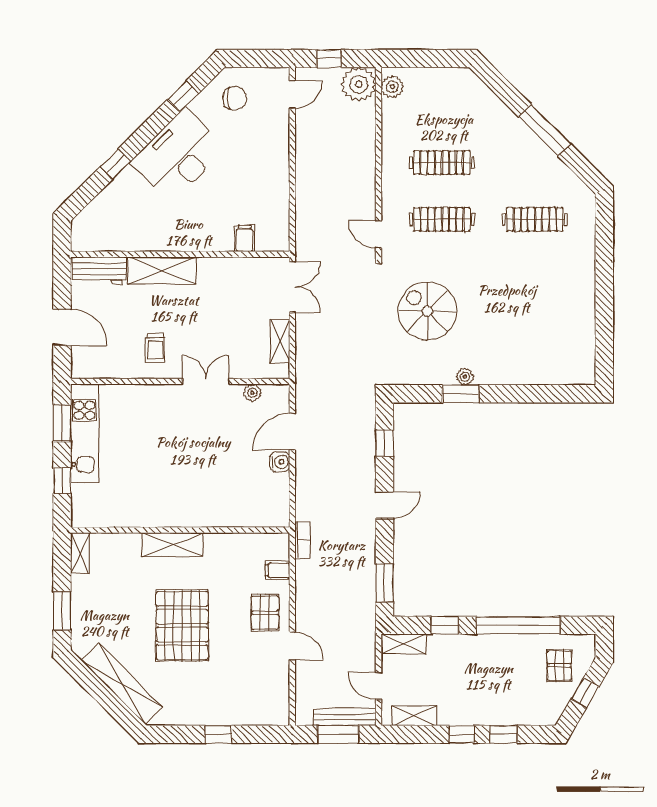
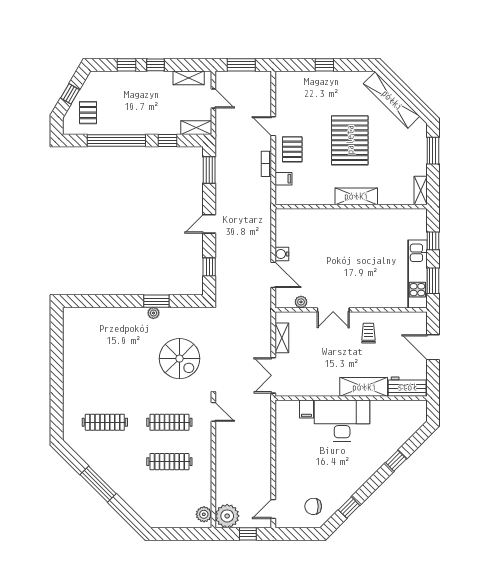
desk: (178, 155) -> (342, 421), moved, turned -135
door: (292, 432) -> (273, 275), hinge flipped
bookcase: (302, 540) -> (266, 164), moved
bench: (345, 717) -> (237, 77), removed

